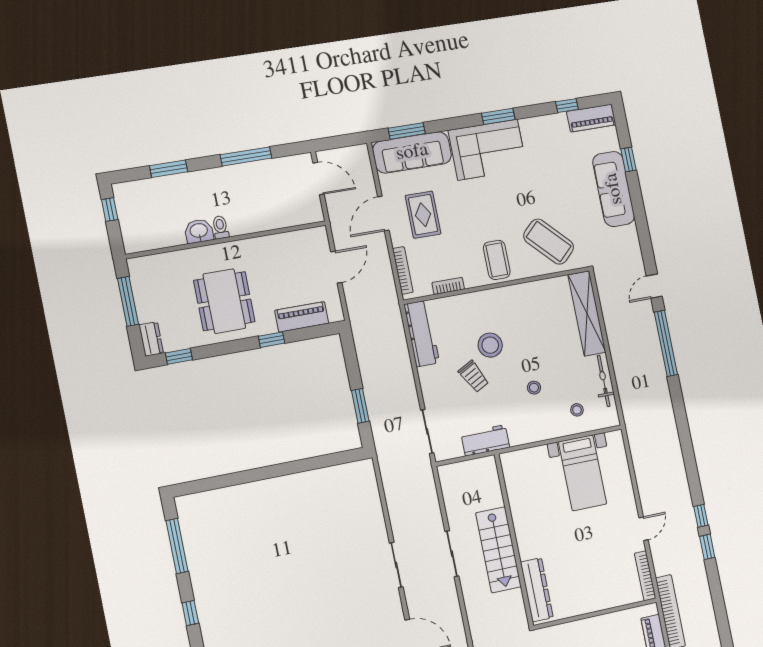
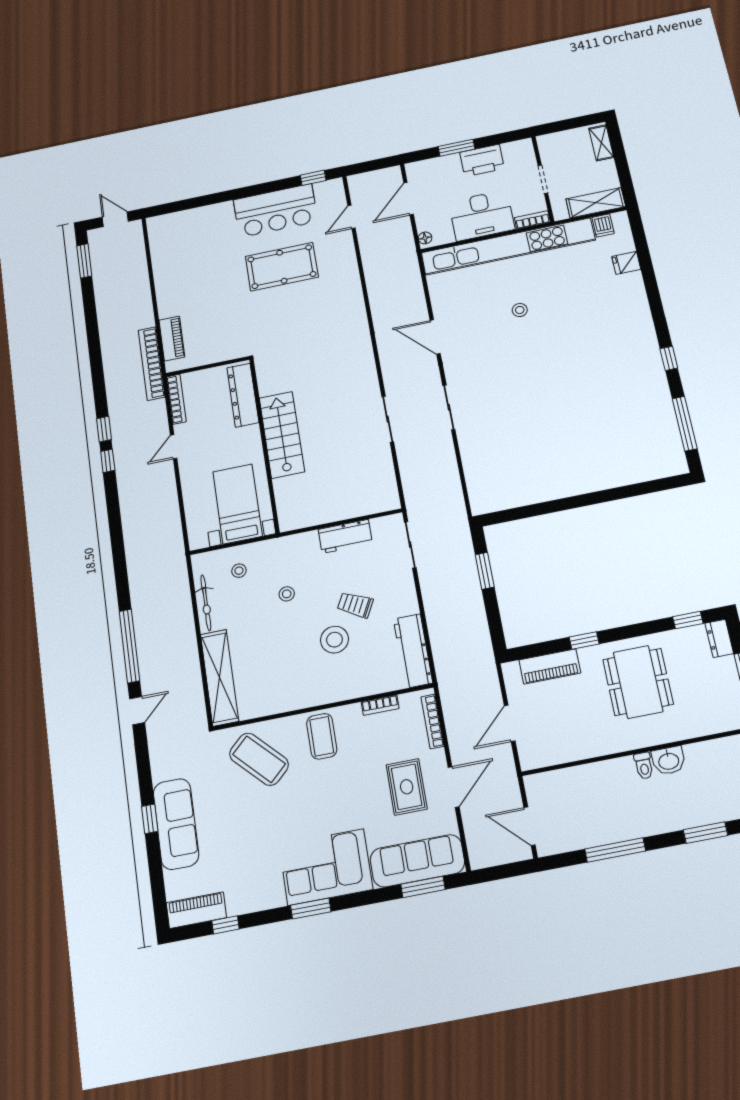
window: (629, 159) -> (150, 819), moved
trolley: (474, 376) -> (355, 605), turned -35
wall: (514, 540) -> (264, 445), moved
stairs: (498, 550) -> (282, 435), moved
dresser: (537, 590) -> (243, 395), moved

